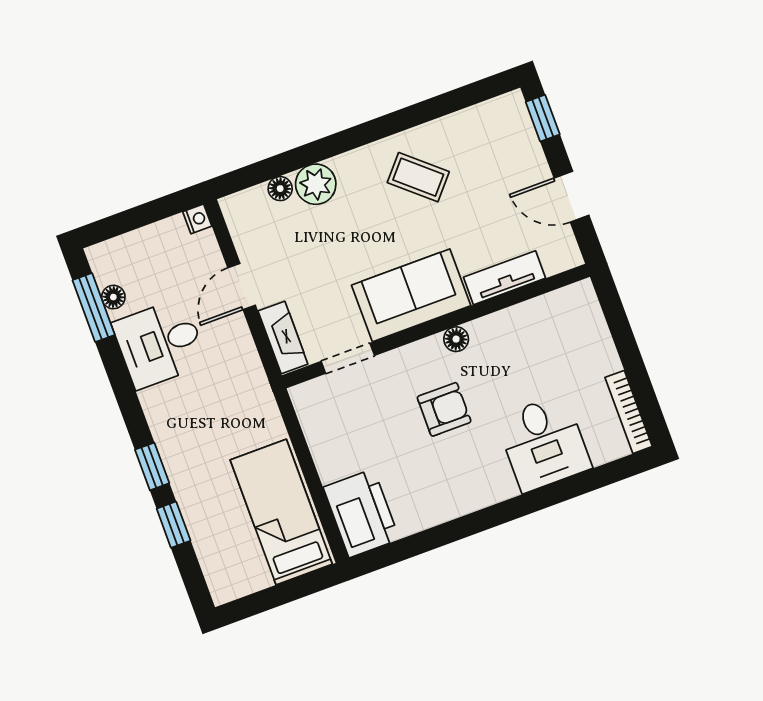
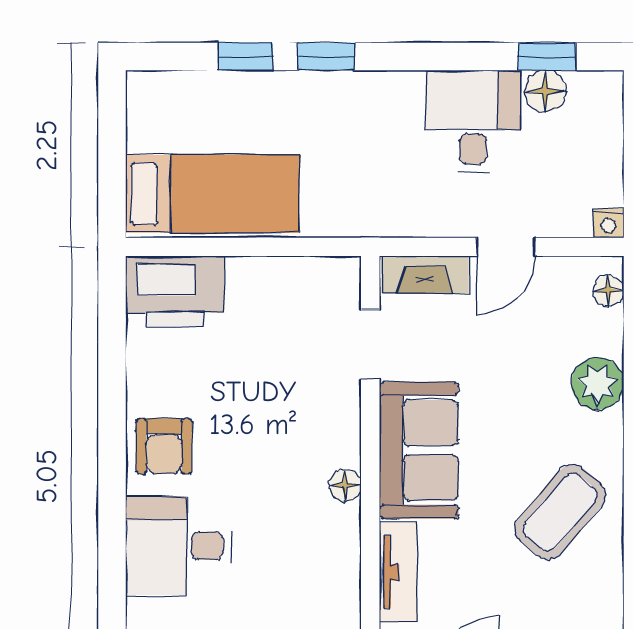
coffee table: (418, 177) -> (560, 512), width x1.36, depth x1.30
floor lamp: (280, 189) -> (608, 291), moved
door: (242, 286) -> (506, 247), swing flipped
floor lamp: (113, 297) -> (545, 91), width x1.37, depth x1.37
window: (94, 307) -> (547, 57), width x0.67
armchair: (444, 409) -> (164, 446), moved

